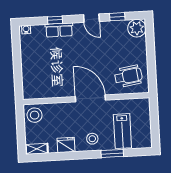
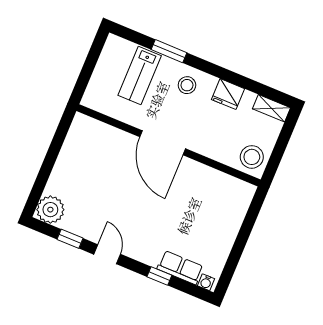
row of seats: (59, 30) -> (180, 268), moved
wheelchair: (128, 76) -> (95, 148), removed
lab bench: (122, 131) -> (140, 76), turned 180

